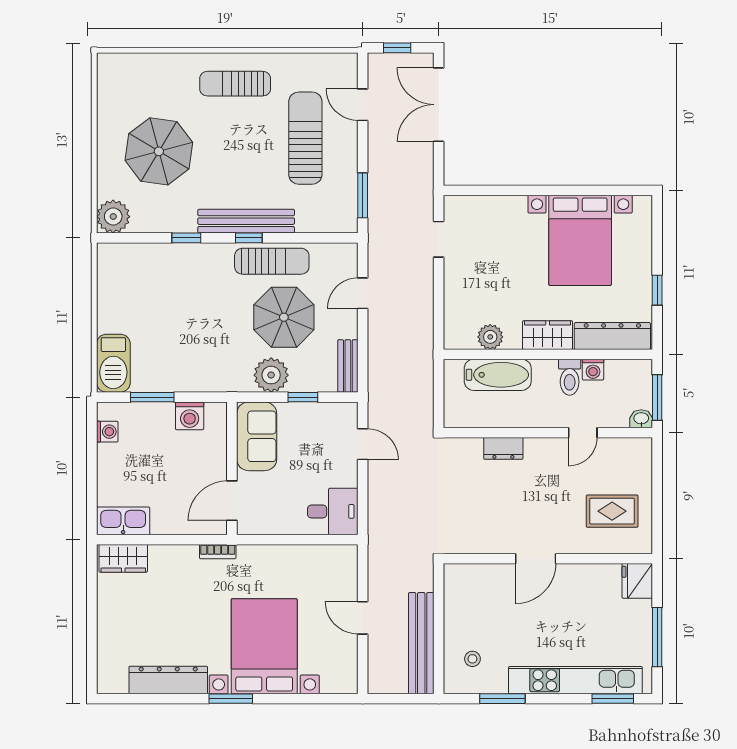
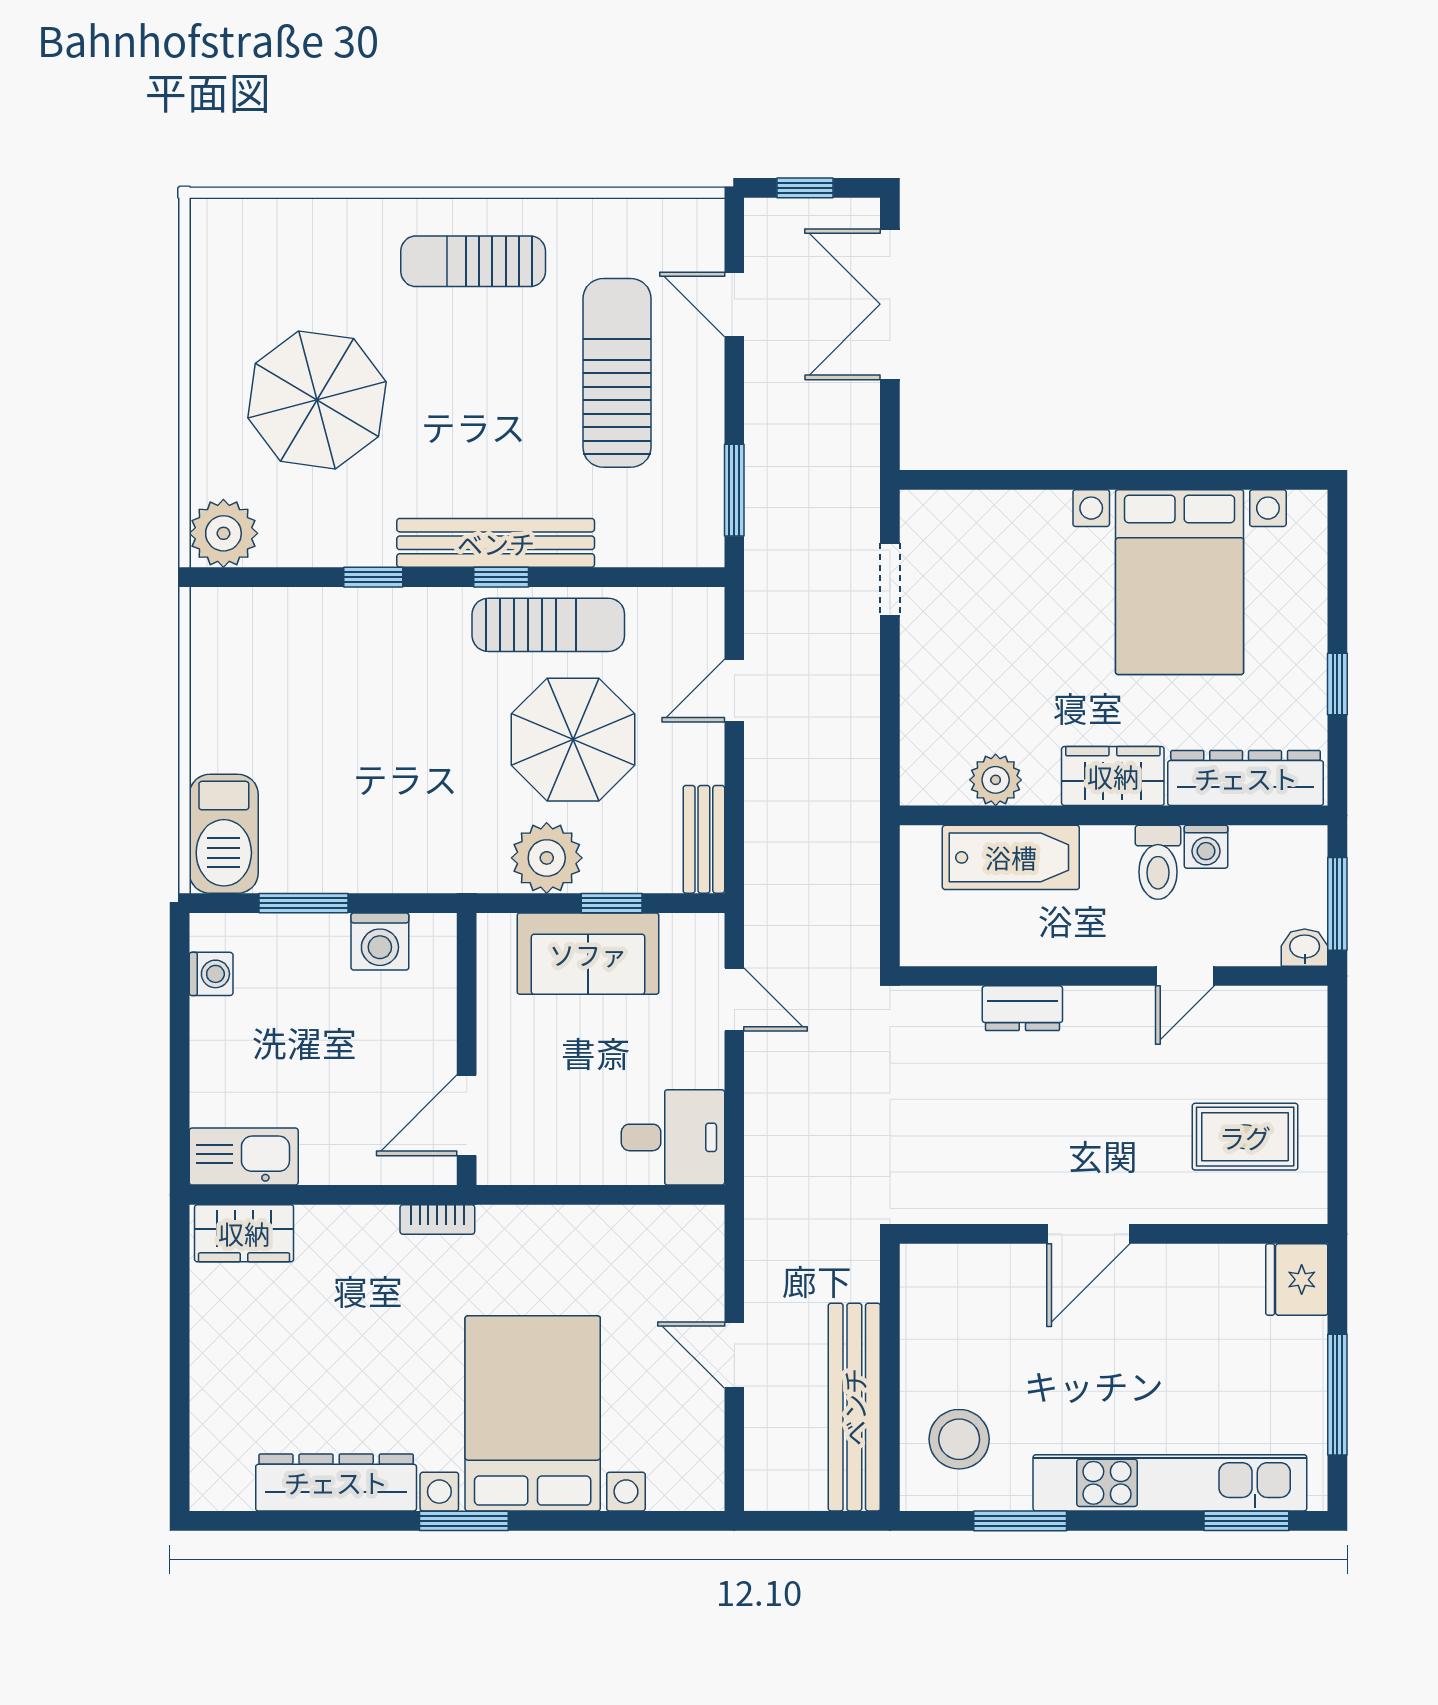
sofa: (257, 436) -> (588, 954), moved, turned 90
stool: (472, 659) -> (959, 1439), width x1.89, depth x1.89

